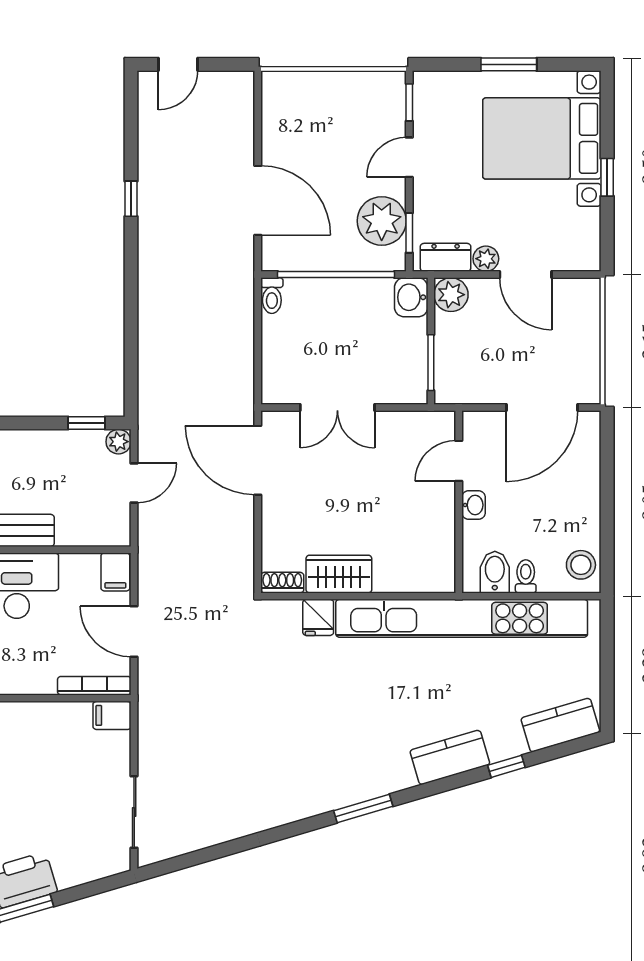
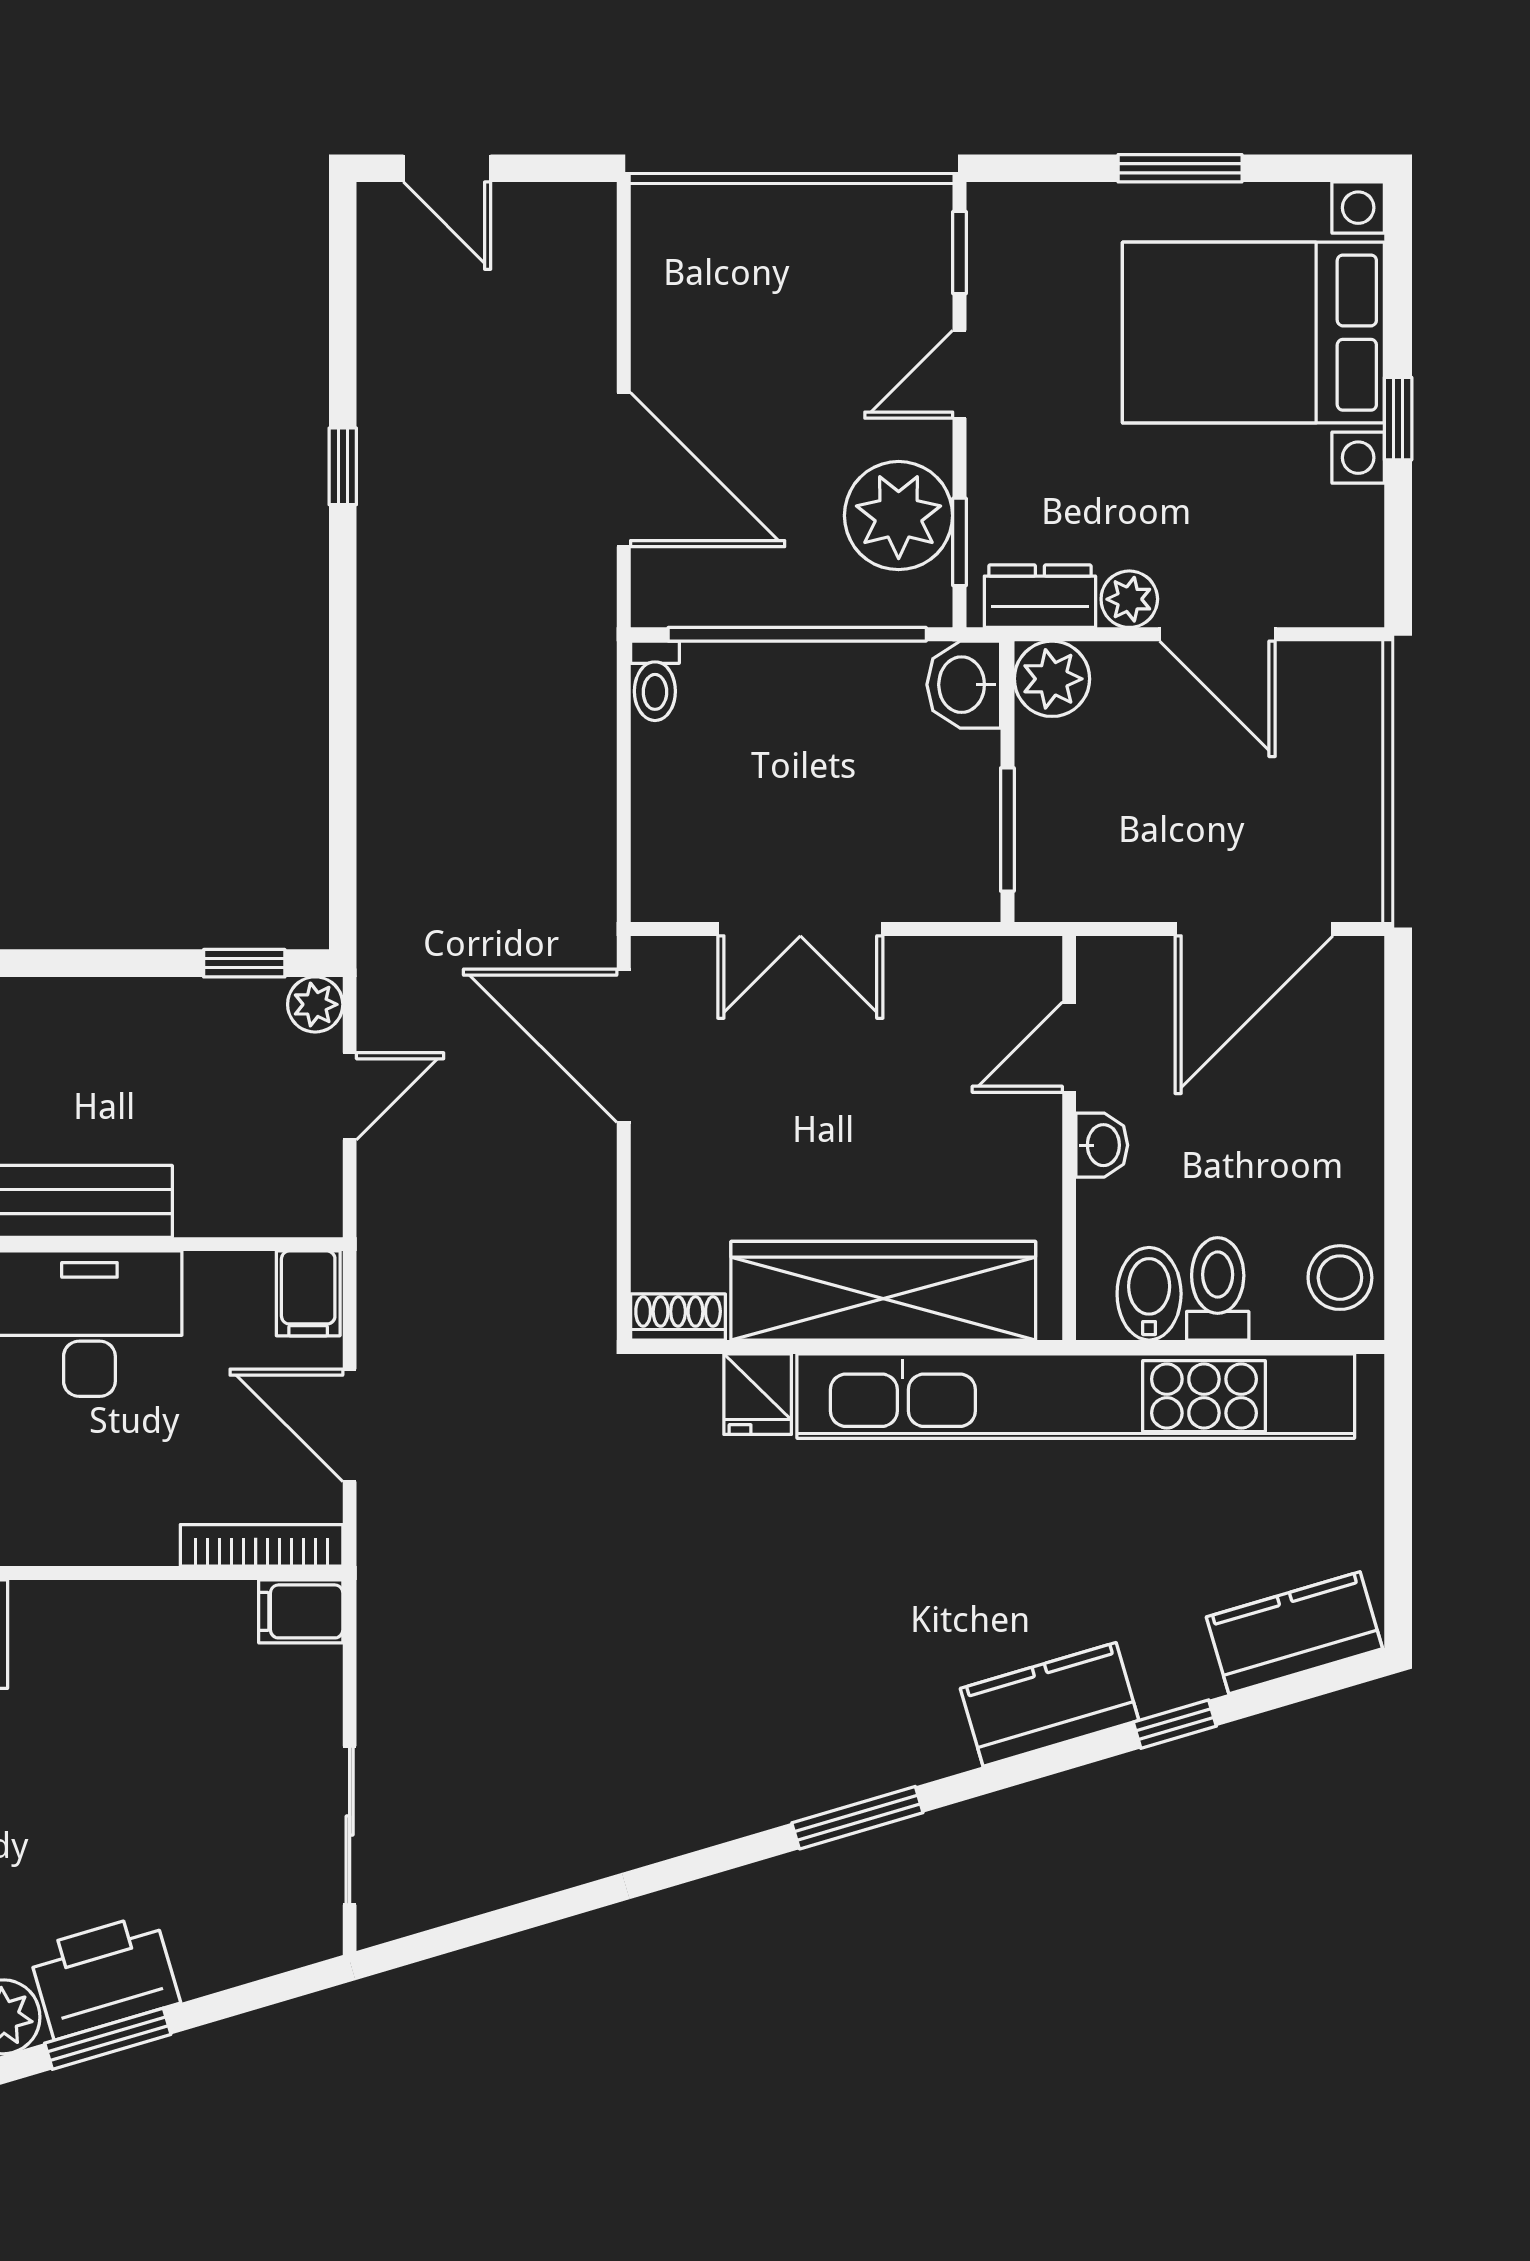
door: (178, 64) -> (447, 168), hinge flipped
wardrobe: (339, 574) -> (883, 1291), width x2.10, depth x1.17
toilet: (526, 576) -> (1218, 1289), width x1.37, depth x1.39

